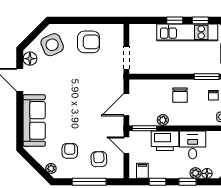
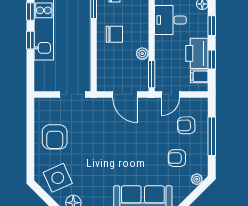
armchair: (89, 42) -> (55, 137), turned 180
printer: (165, 141) -> (197, 53), moved, turned 180
plant: (195, 173) -> (202, 17), removed

